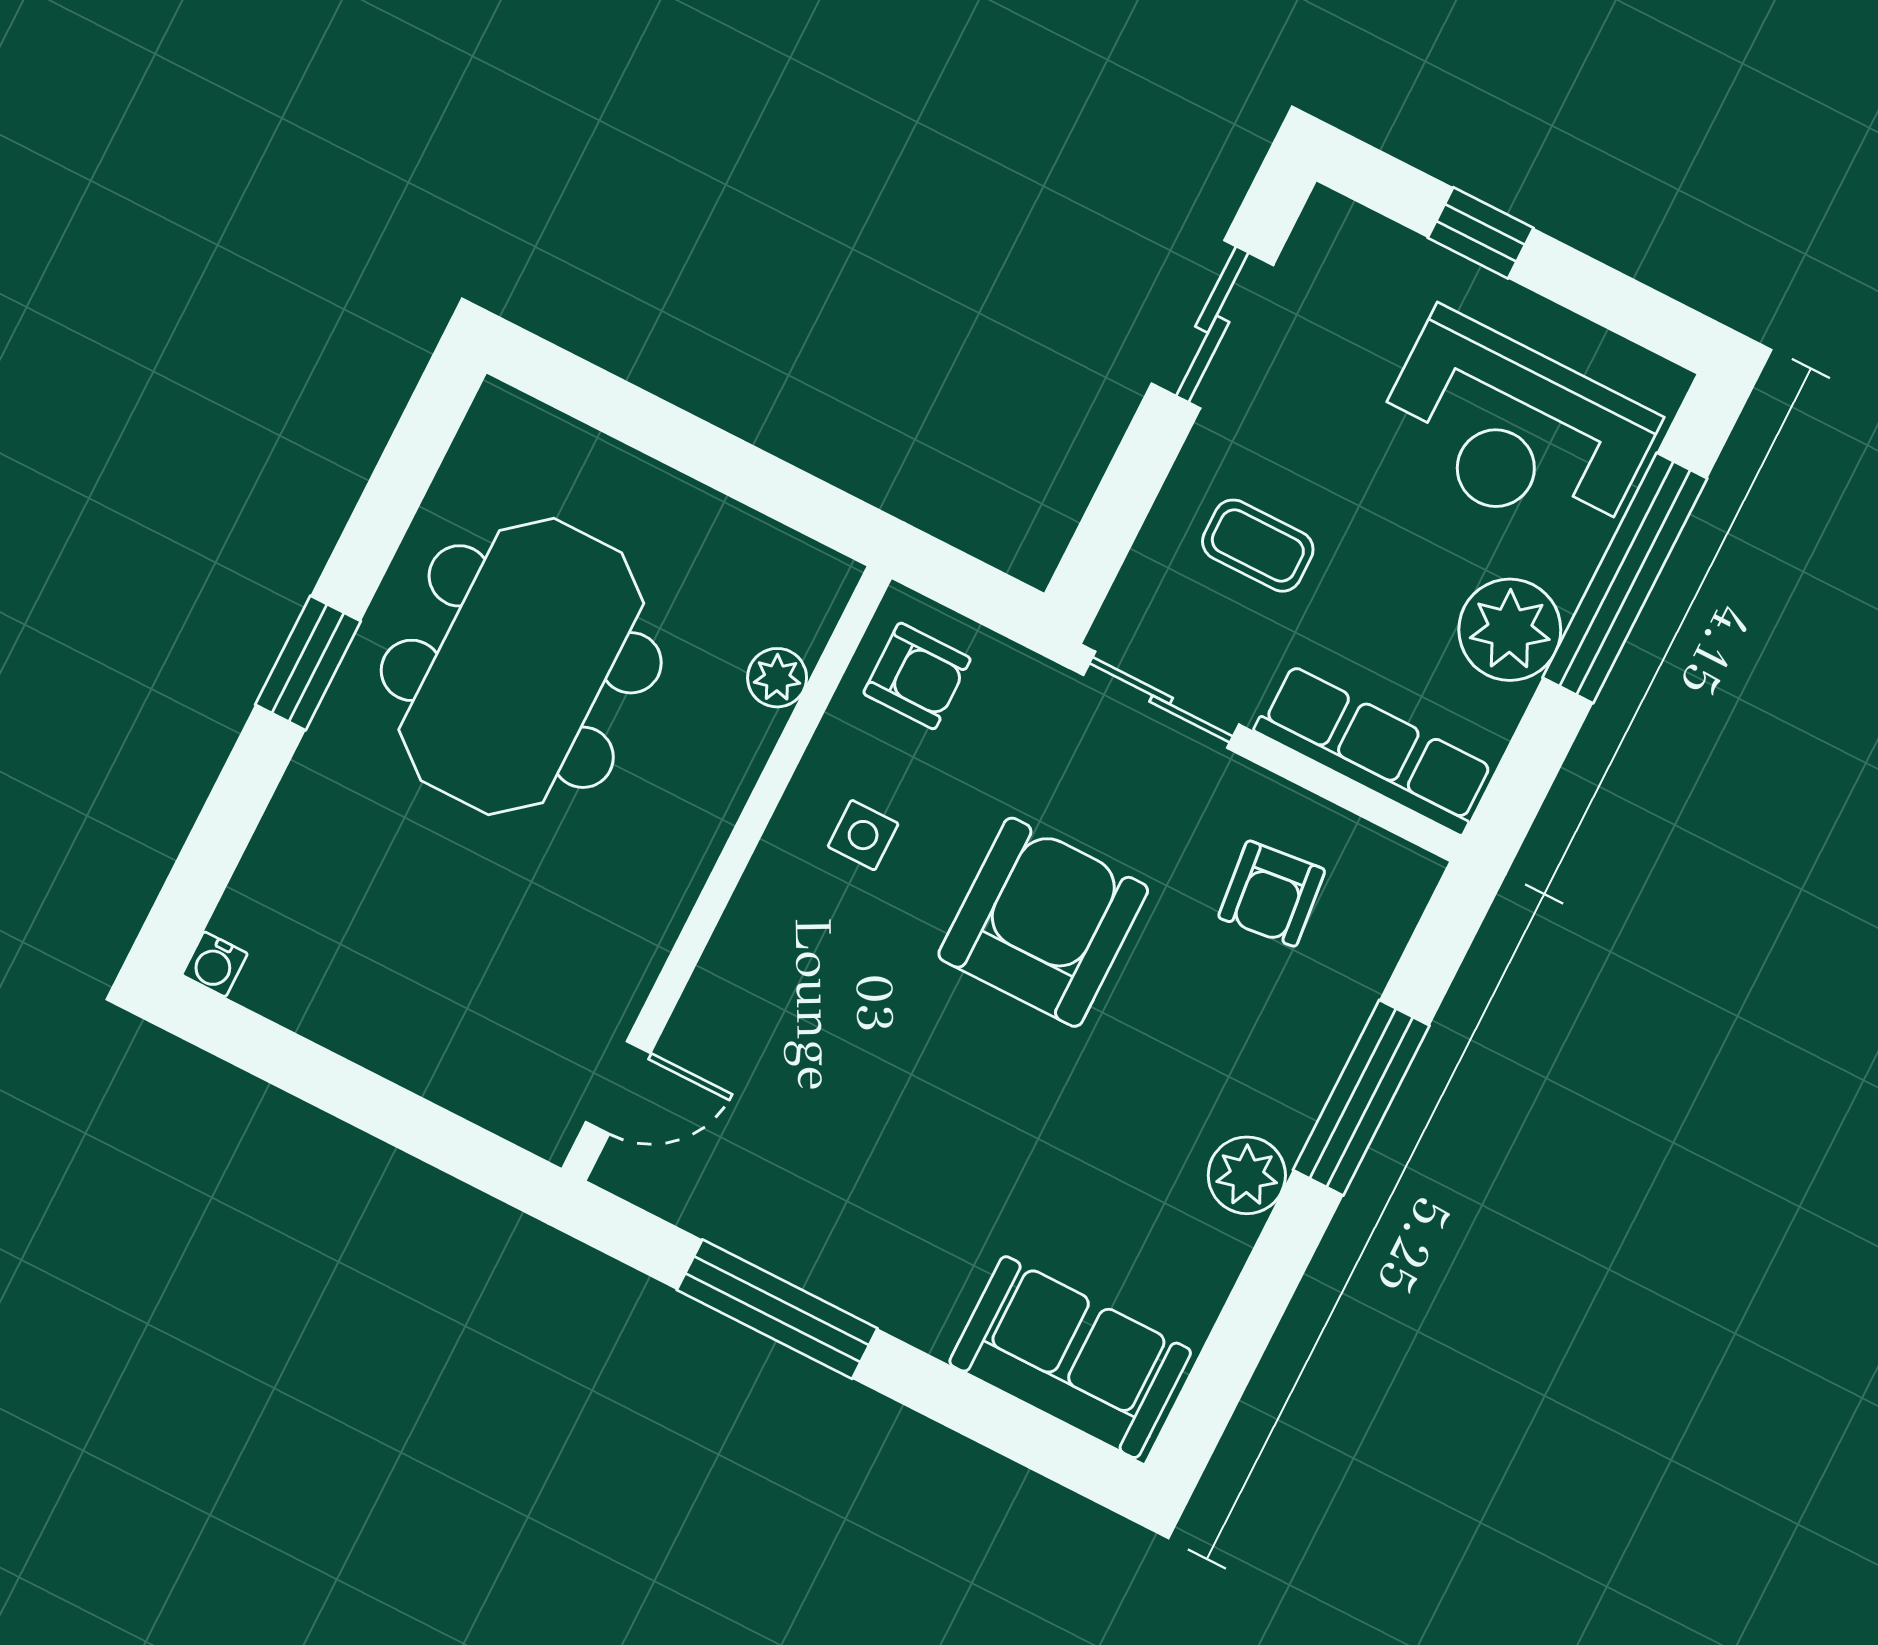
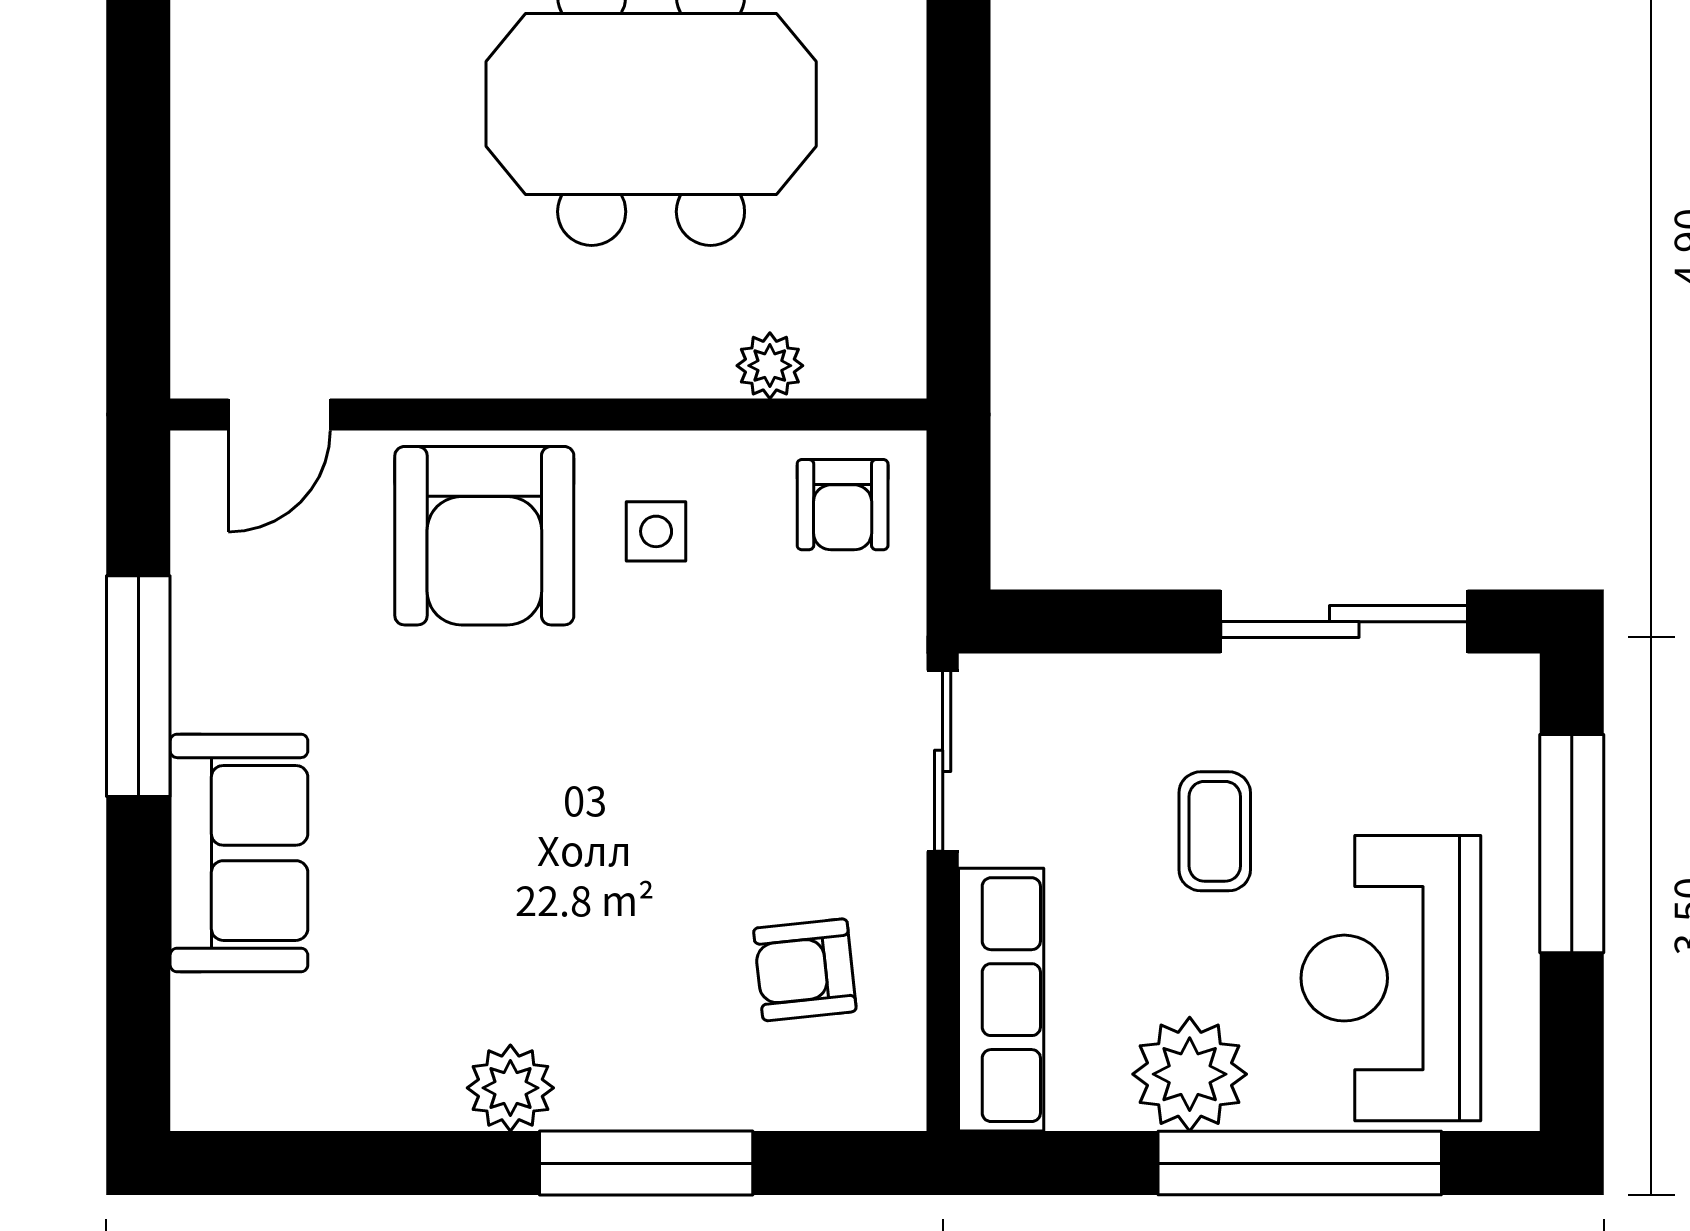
window: (1481, 233) -> (1572, 844), width x2.17
sliding door: (1212, 324) -> (1344, 622), width x1.37
coffee table: (1258, 546) -> (1215, 831), moved
armchair: (1043, 922) -> (484, 536), moved, turned 90
door: (618, 1087) -> (279, 414), hinge flipped
sofa: (1070, 1357) -> (239, 853), moved

